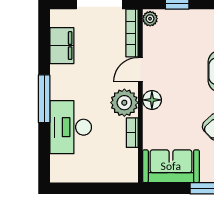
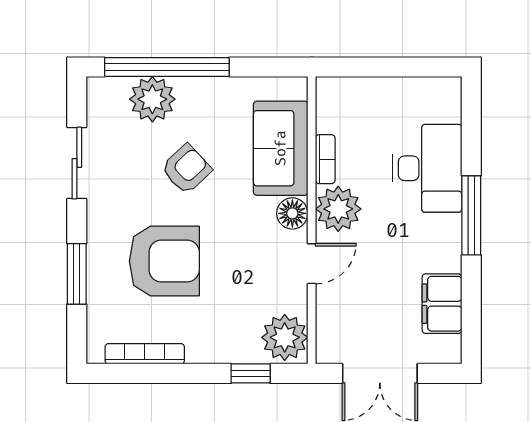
plant: (150, 19) -> (285, 337), width x1.87, depth x1.87
bookcase: (132, 33) -> (326, 324), removed
sofa: (171, 166) -> (281, 148), moved, turned 90

